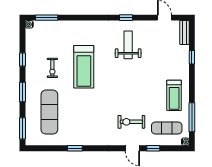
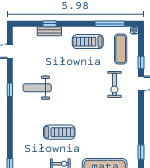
bench: (184, 32) -> (49, 31), moved
treadmill: (84, 67) -> (59, 132), width x0.73, depth x0.73
treadmill: (174, 95) -> (88, 42), turned 180
window: (75, 148) -> (141, 152), moved

